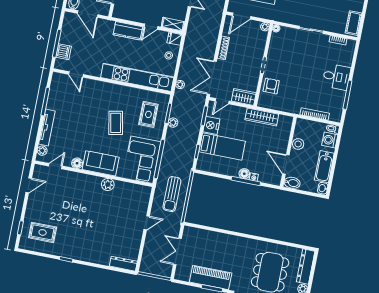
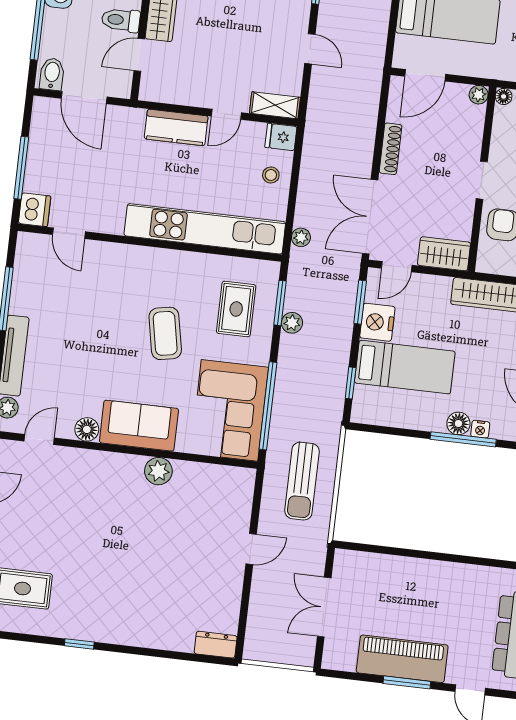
dishwasher: (64, 52) -> (35, 210), moved
dresser: (123, 264) -> (216, 645), width x0.70

